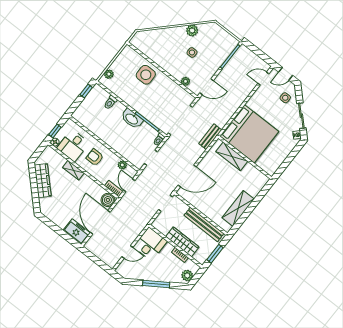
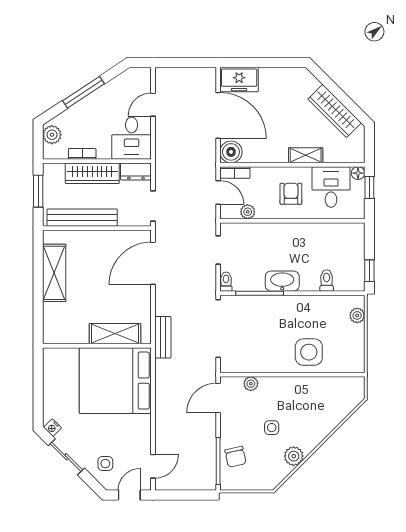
chair: (220, 52) -> (235, 457), added
armchair: (95, 157) -> (291, 194), turned -90
dresser: (161, 226) -> (136, 172), added

